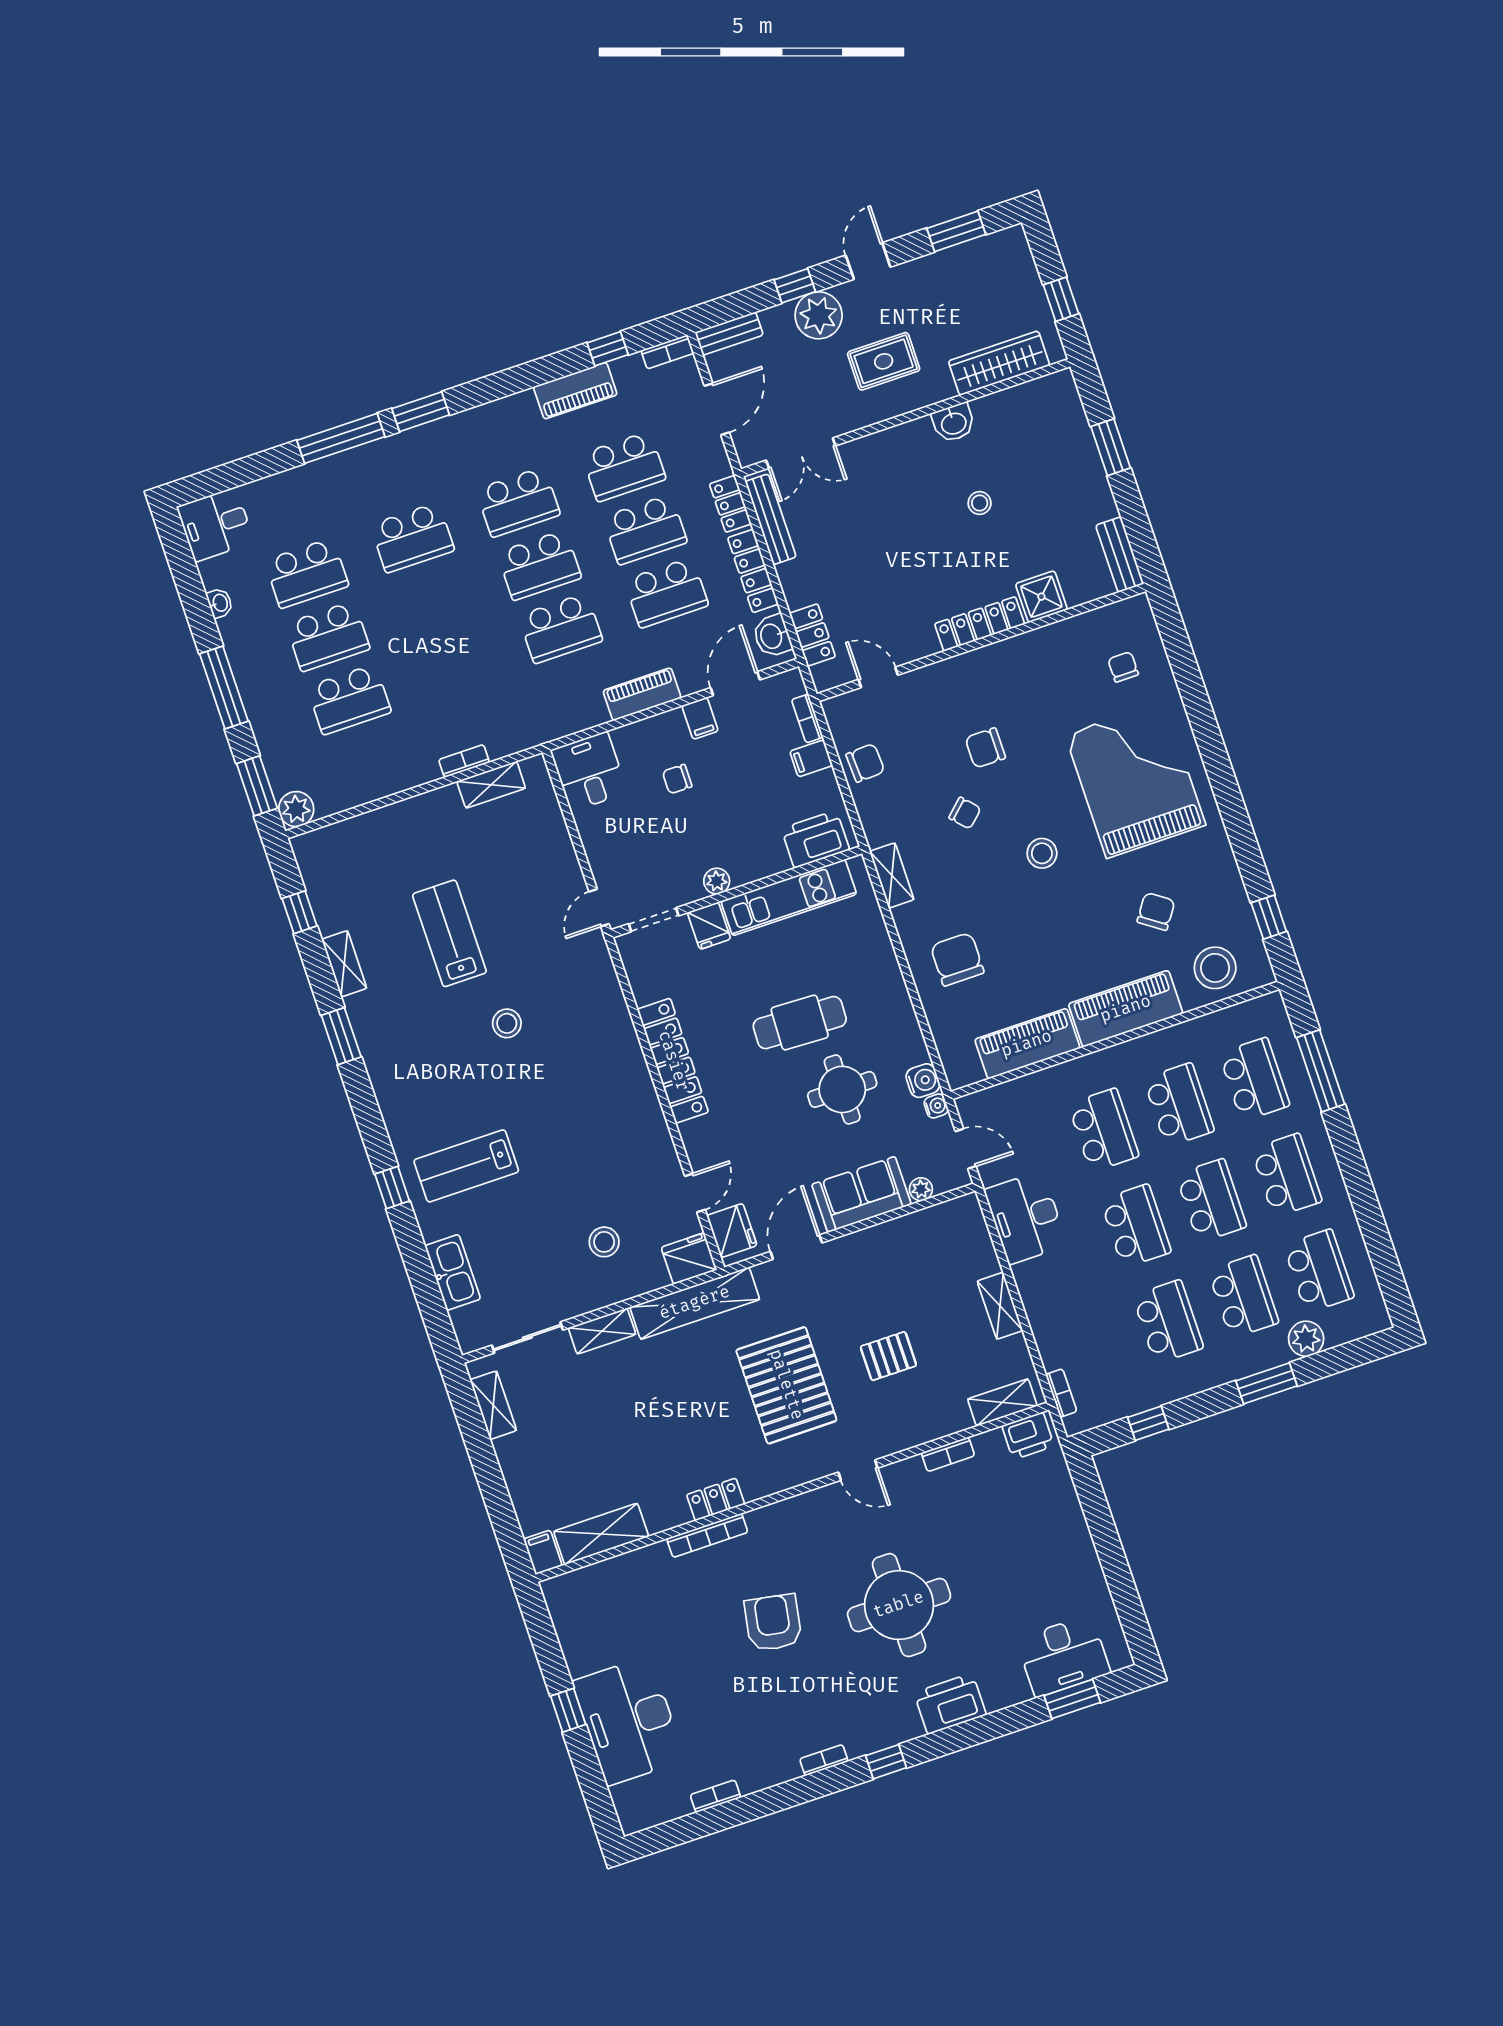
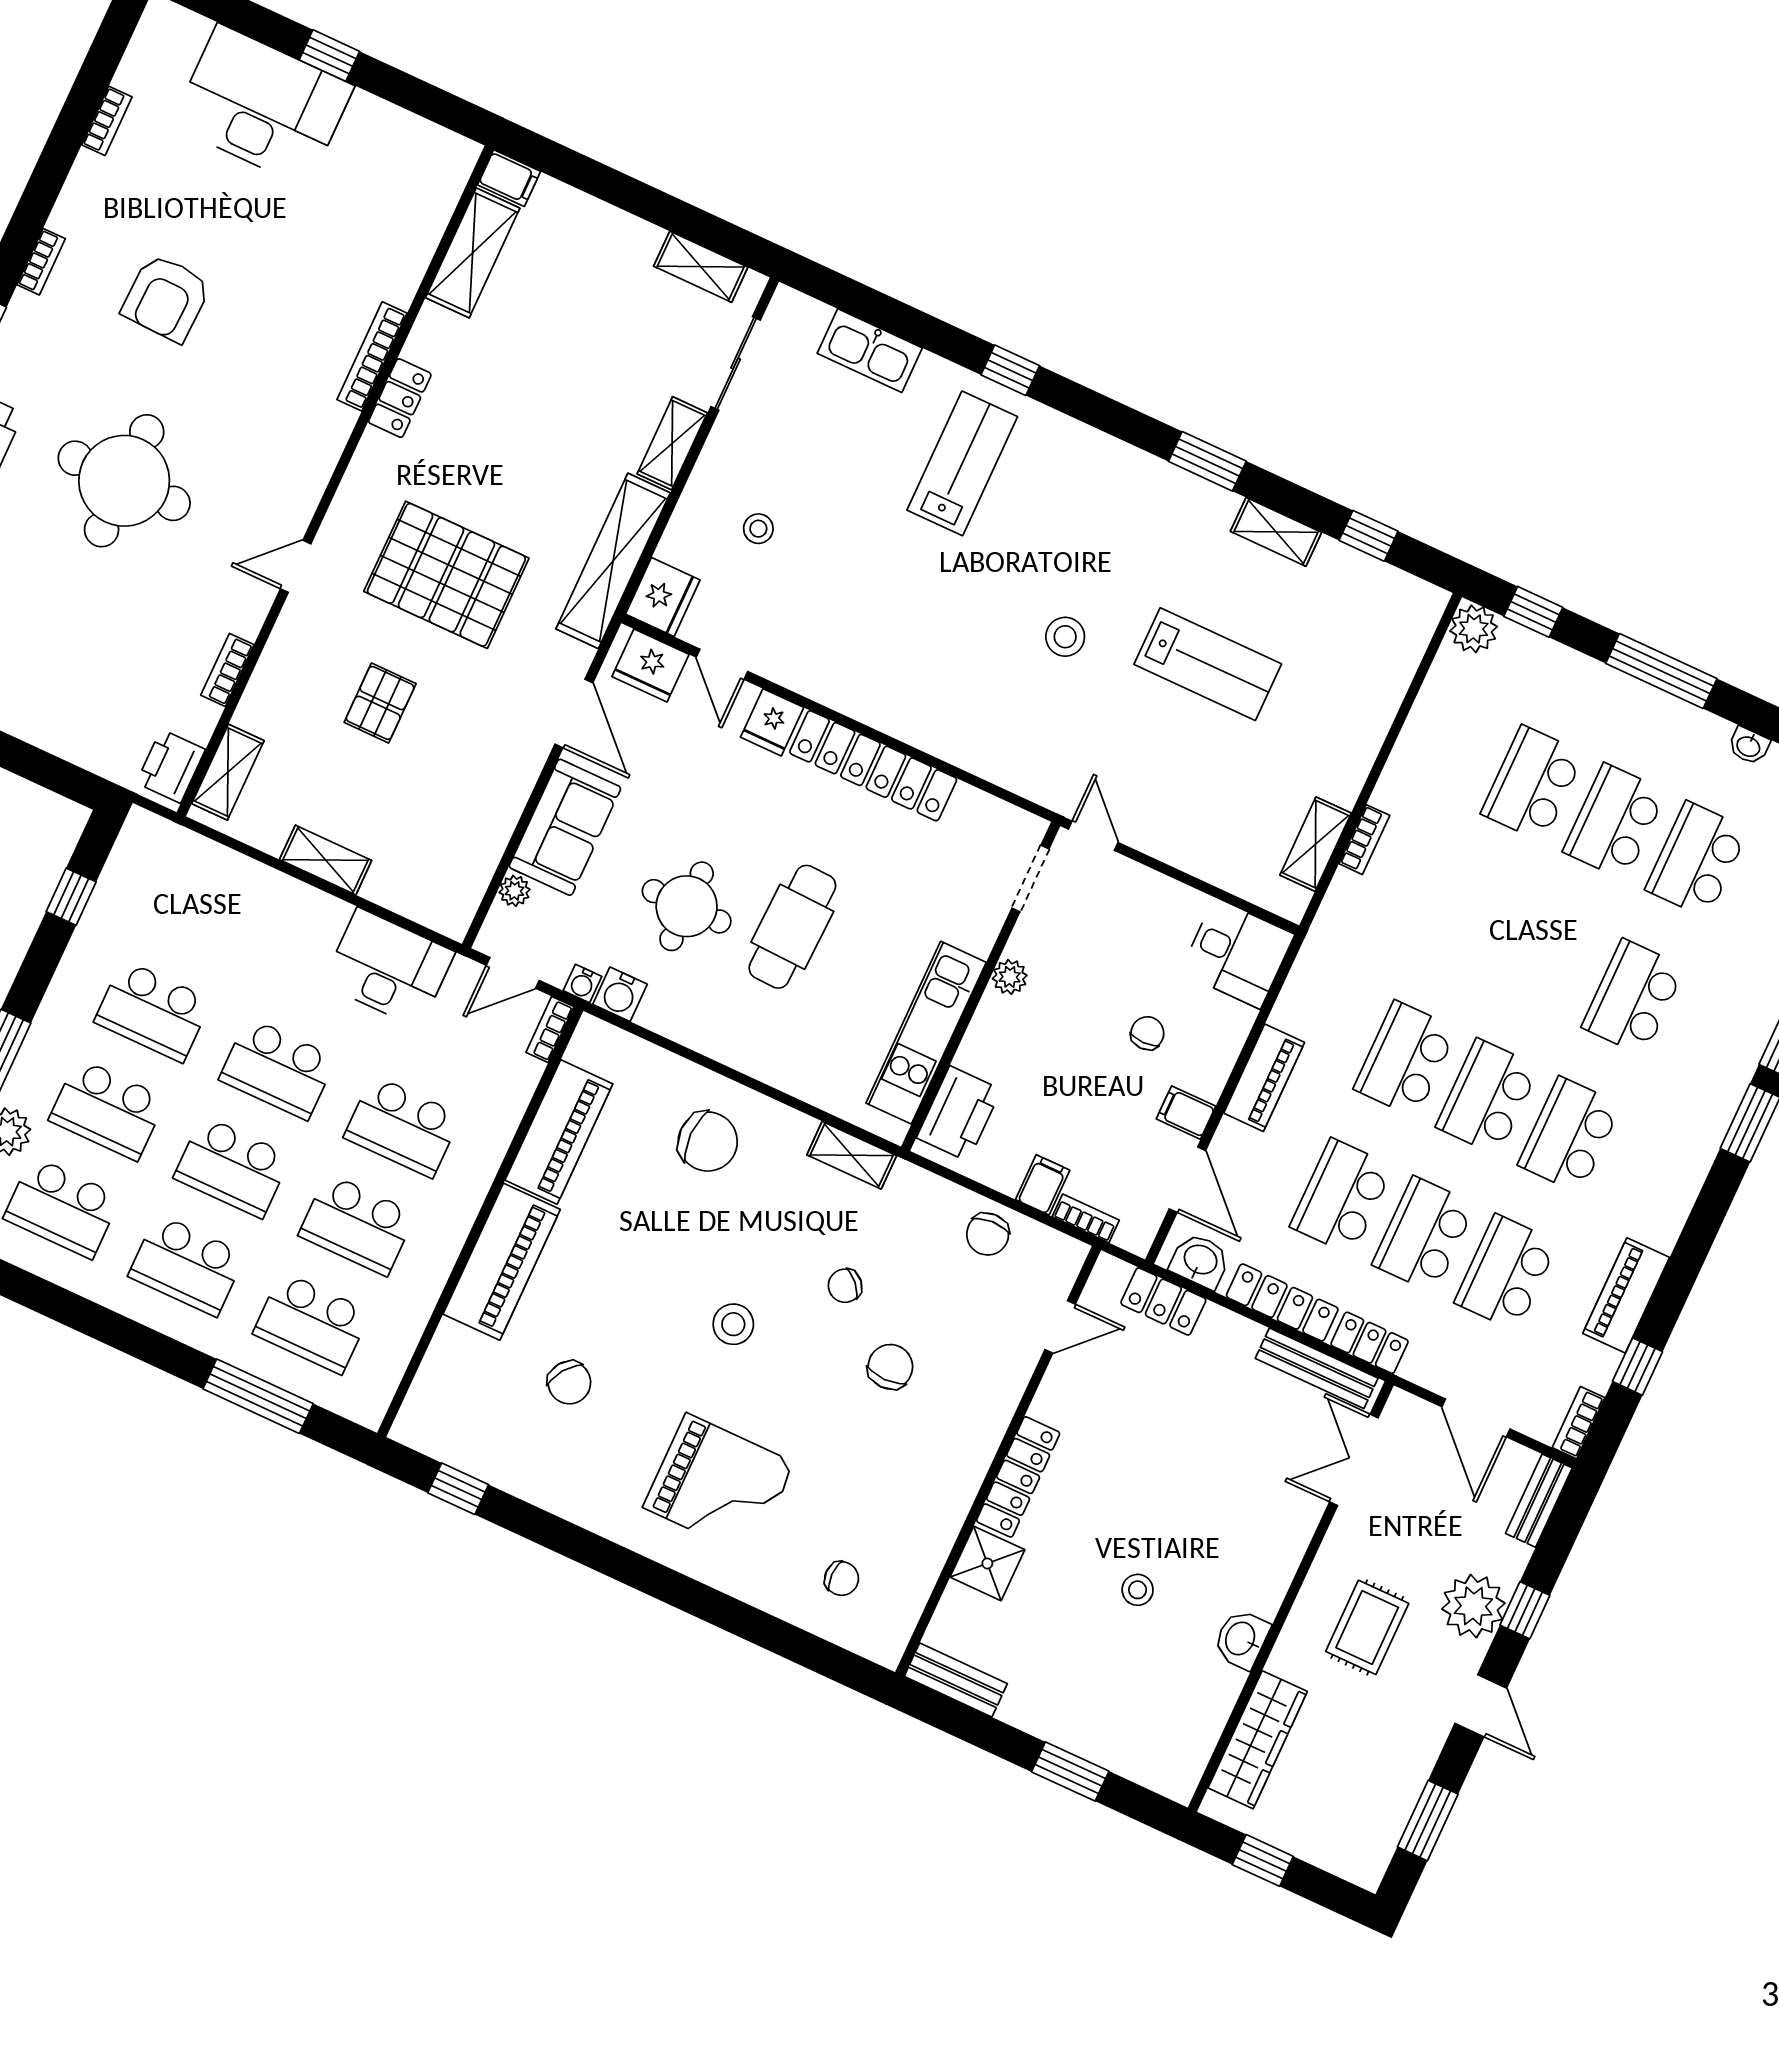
grand piano: (1135, 780) -> (719, 1485), width x0.73, depth x0.68
window: (257, 786) -> (1533, 612), width x0.67
fridge: (709, 926) -> (772, 722), moved, turned -90
stool: (1215, 968) -> (458, 1388), removed
stool: (604, 1242) -> (758, 529), width x0.73, depth x0.73
bookcase: (1061, 1393) -> (550, 1029), moved, turned 90
armchair: (773, 1623) -> (166, 298), moved, turned 82

